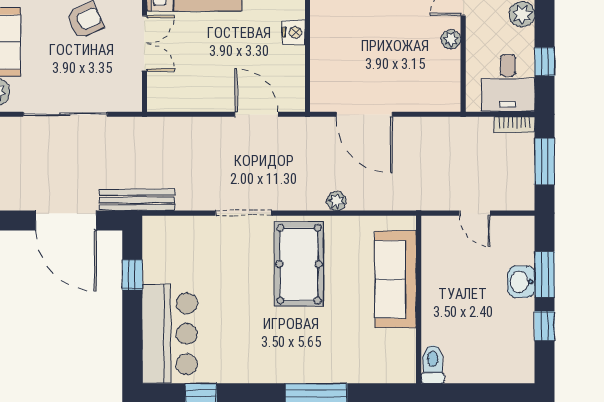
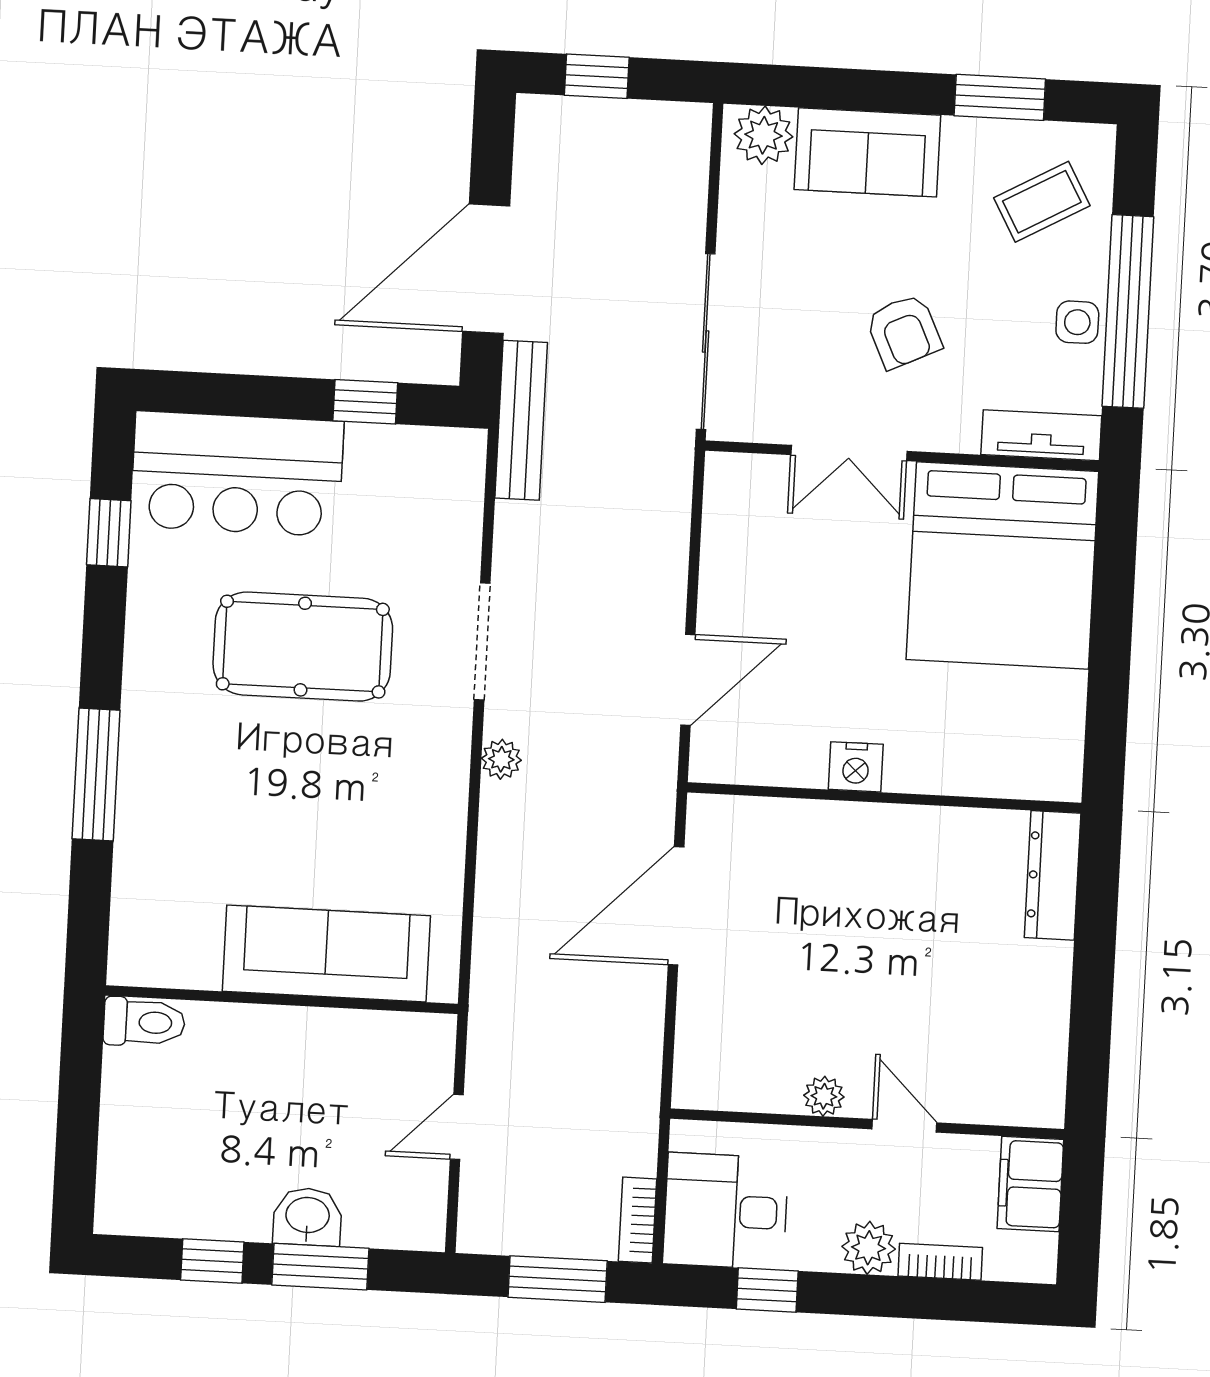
sliding door: (65, 114) -> (706, 341), moved
plant: (336, 201) -> (501, 759), moved
pool table: (299, 264) -> (303, 647), moved

